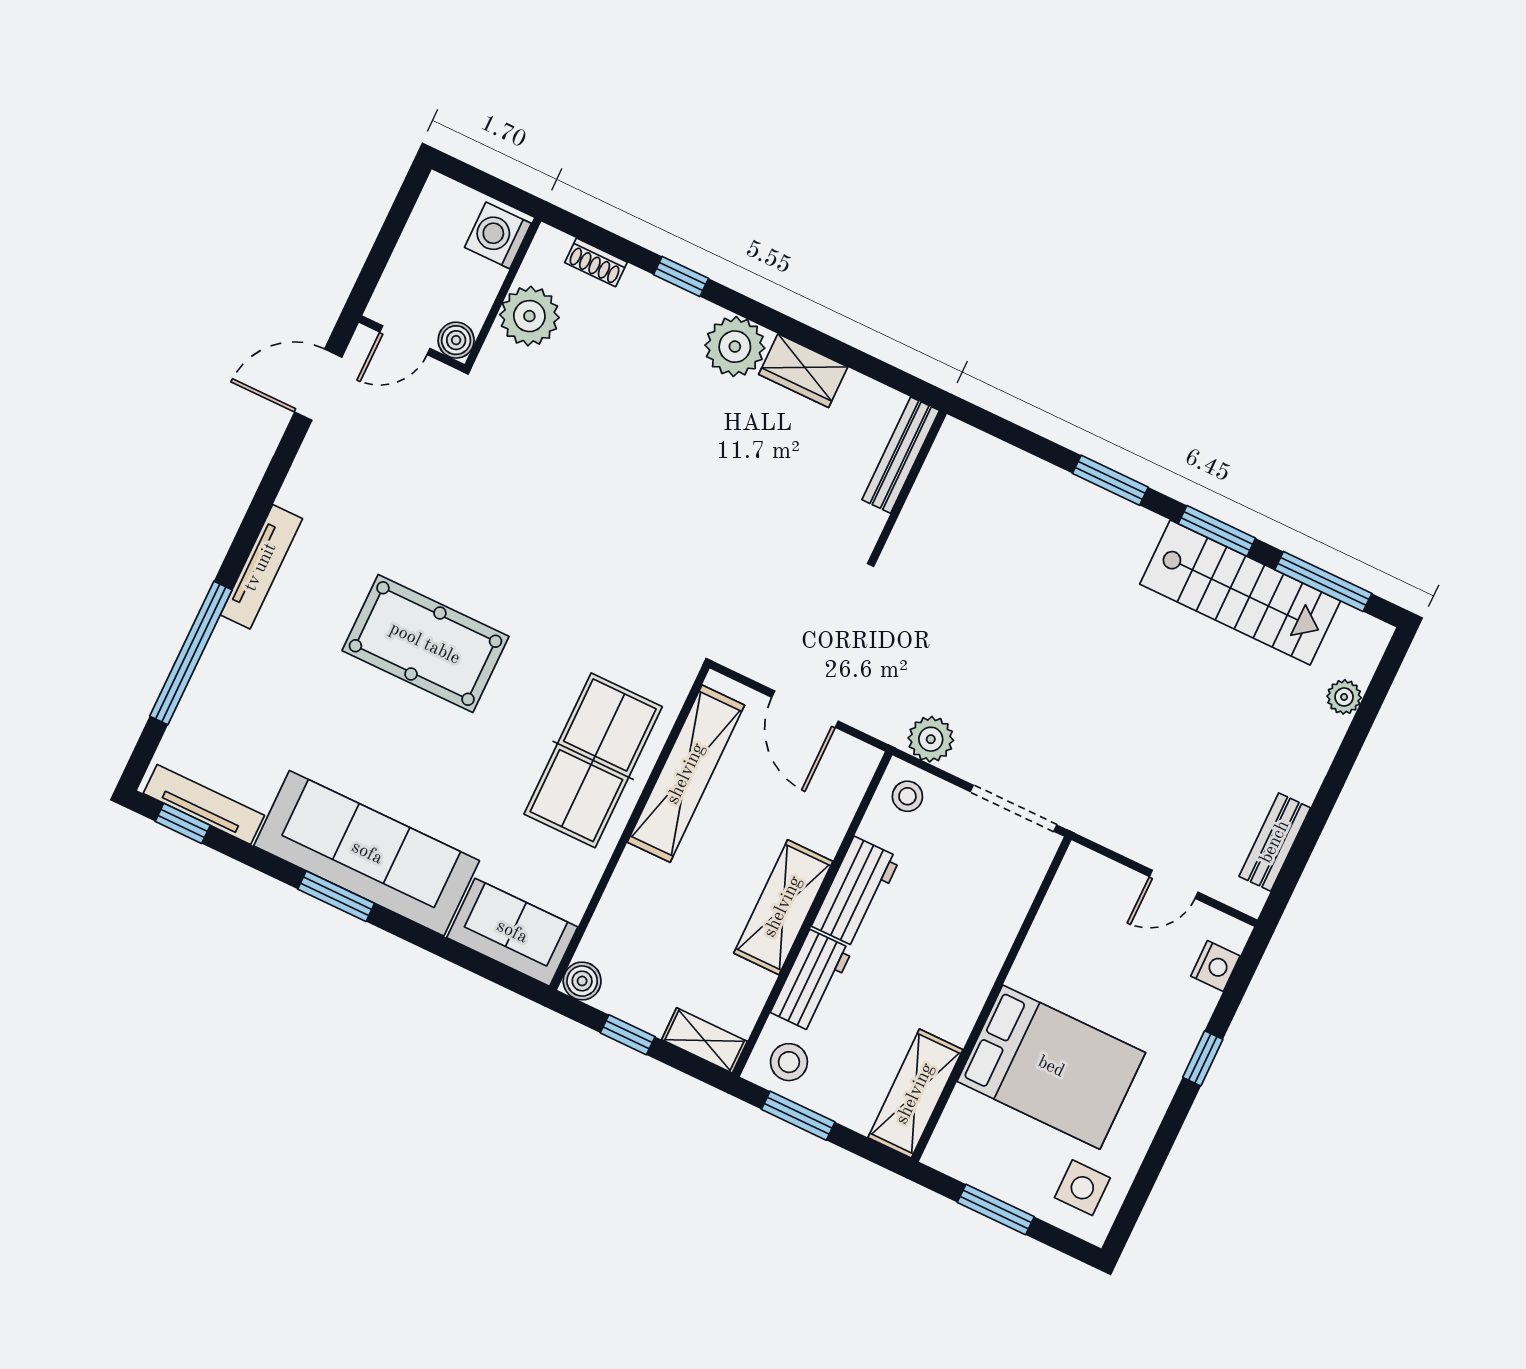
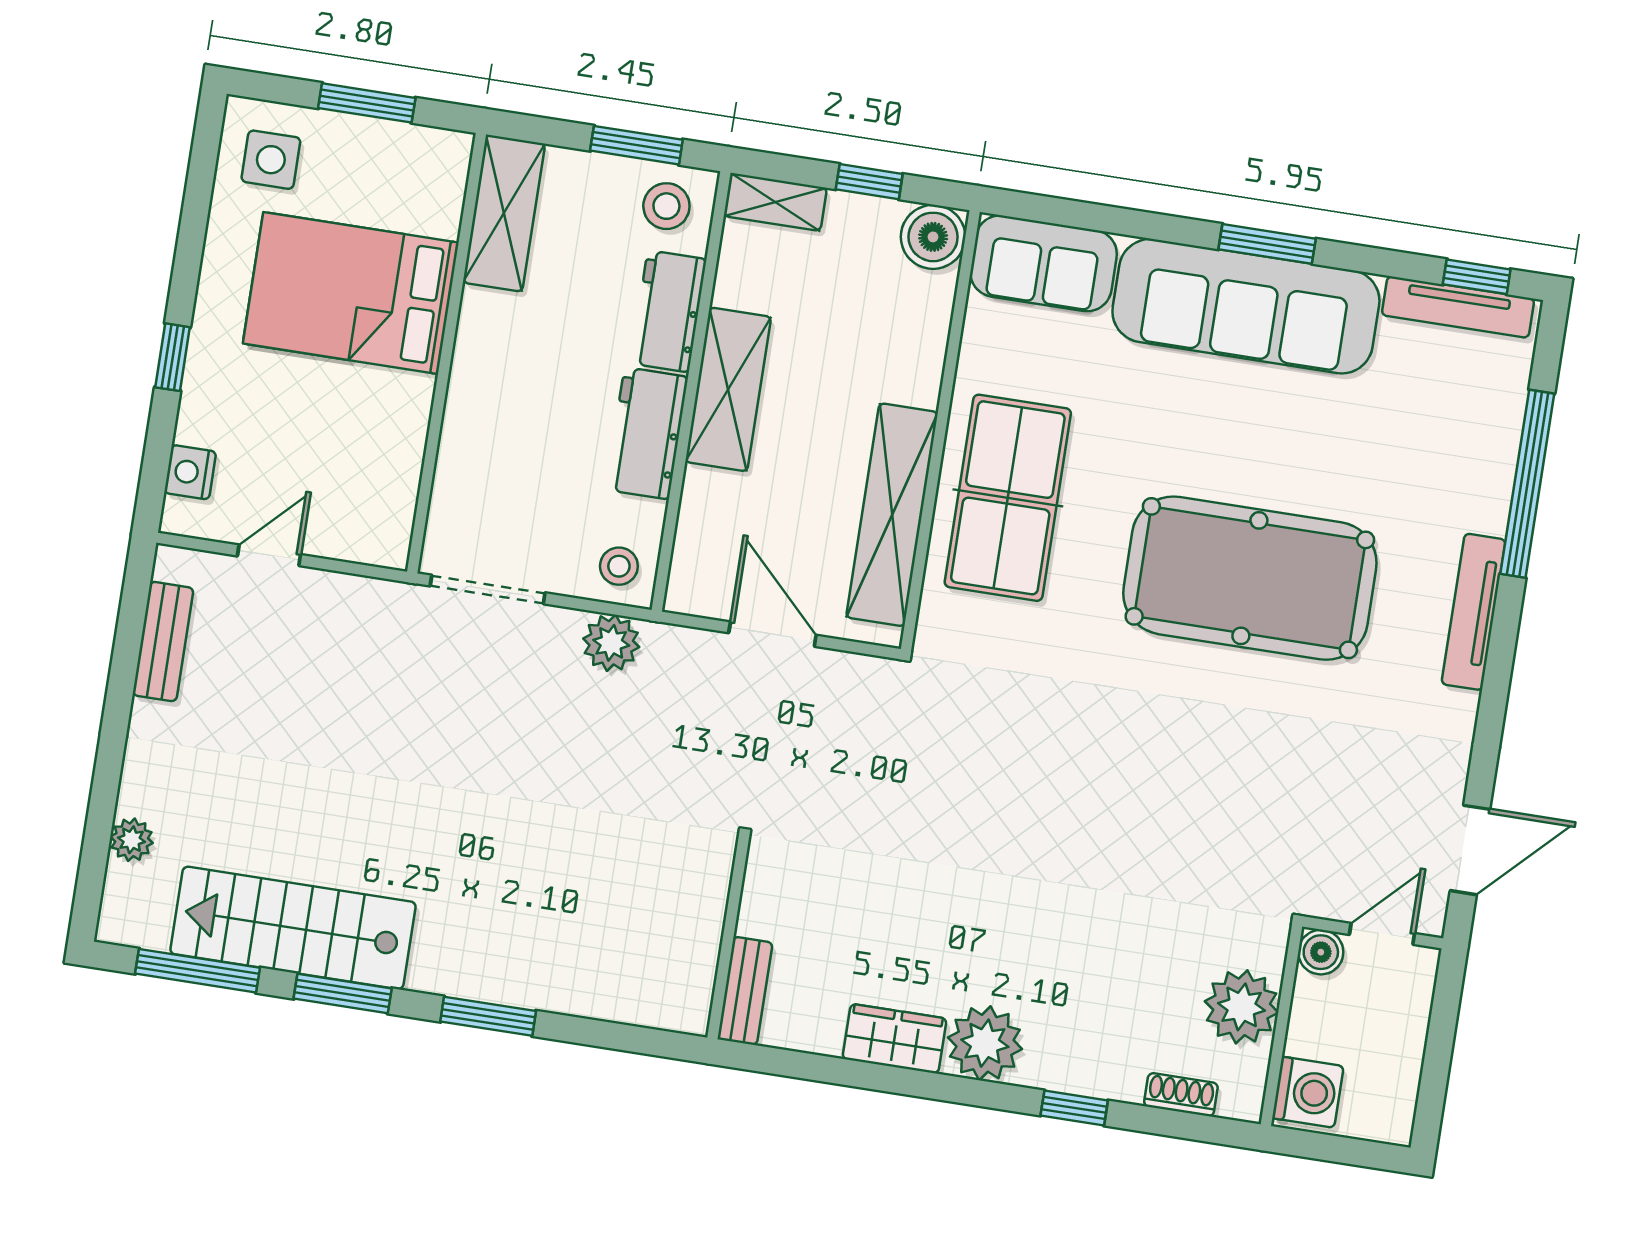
bench: (901, 455) -> (745, 991), width x0.73
pool table: (425, 644) -> (1250, 578), width x1.36, depth x1.32
boiler: (582, 981) -> (933, 237), width x1.36, depth x1.36

